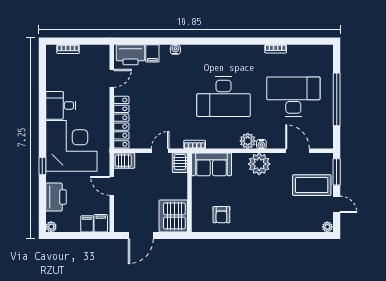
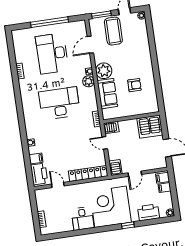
desk: (224, 97) -> (59, 103), turned -90
sofa: (211, 164) -> (107, 94), moved
armchair: (221, 215) -> (134, 85), moved

